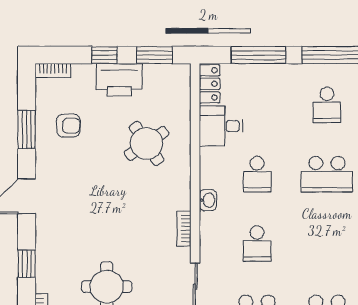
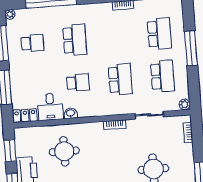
round table: (147, 143) -> (64, 151), turned 34
washbasin: (208, 200) -> (71, 113), moved
school desk: (257, 244) -> (120, 79), width x1.85

